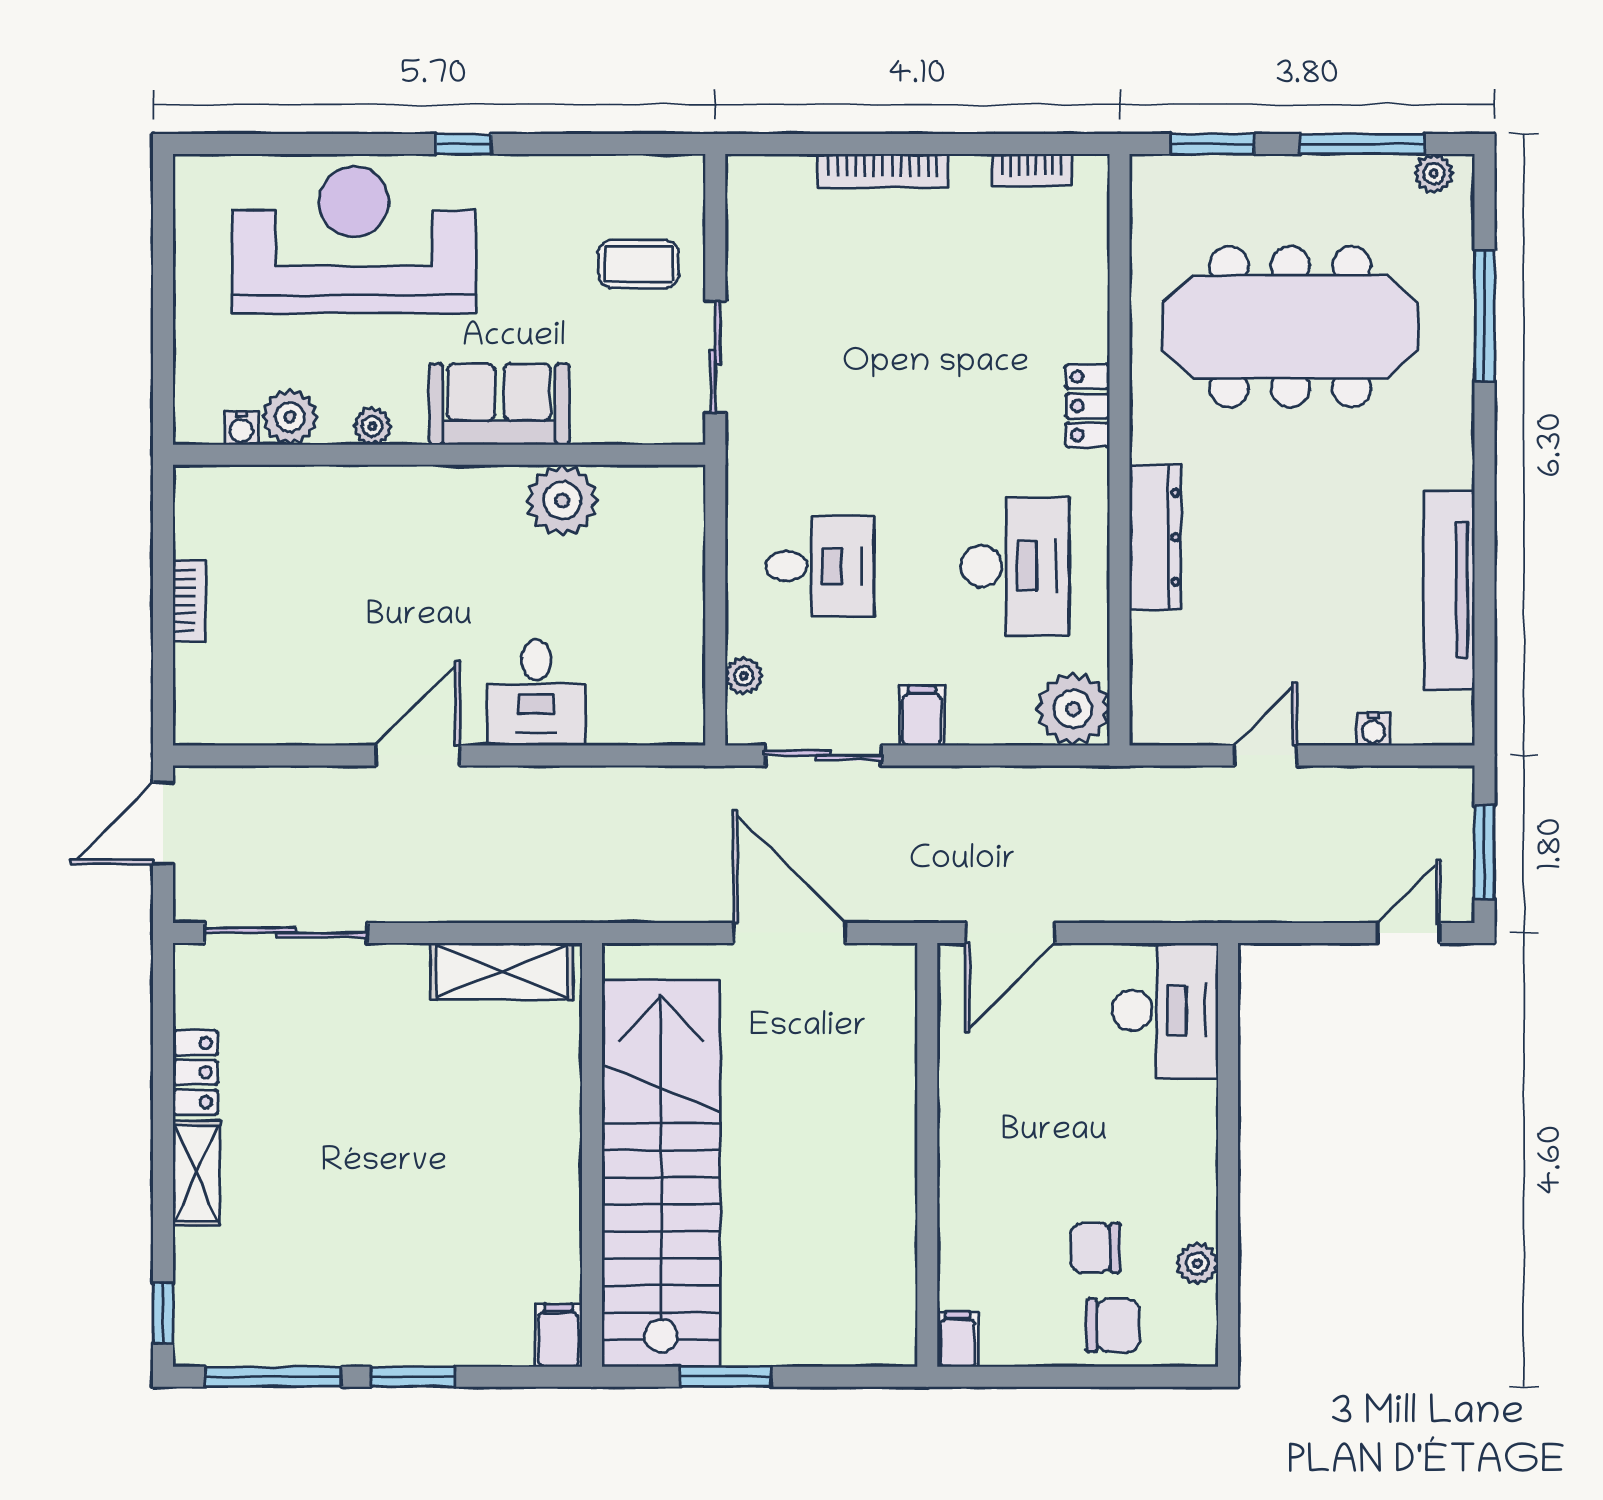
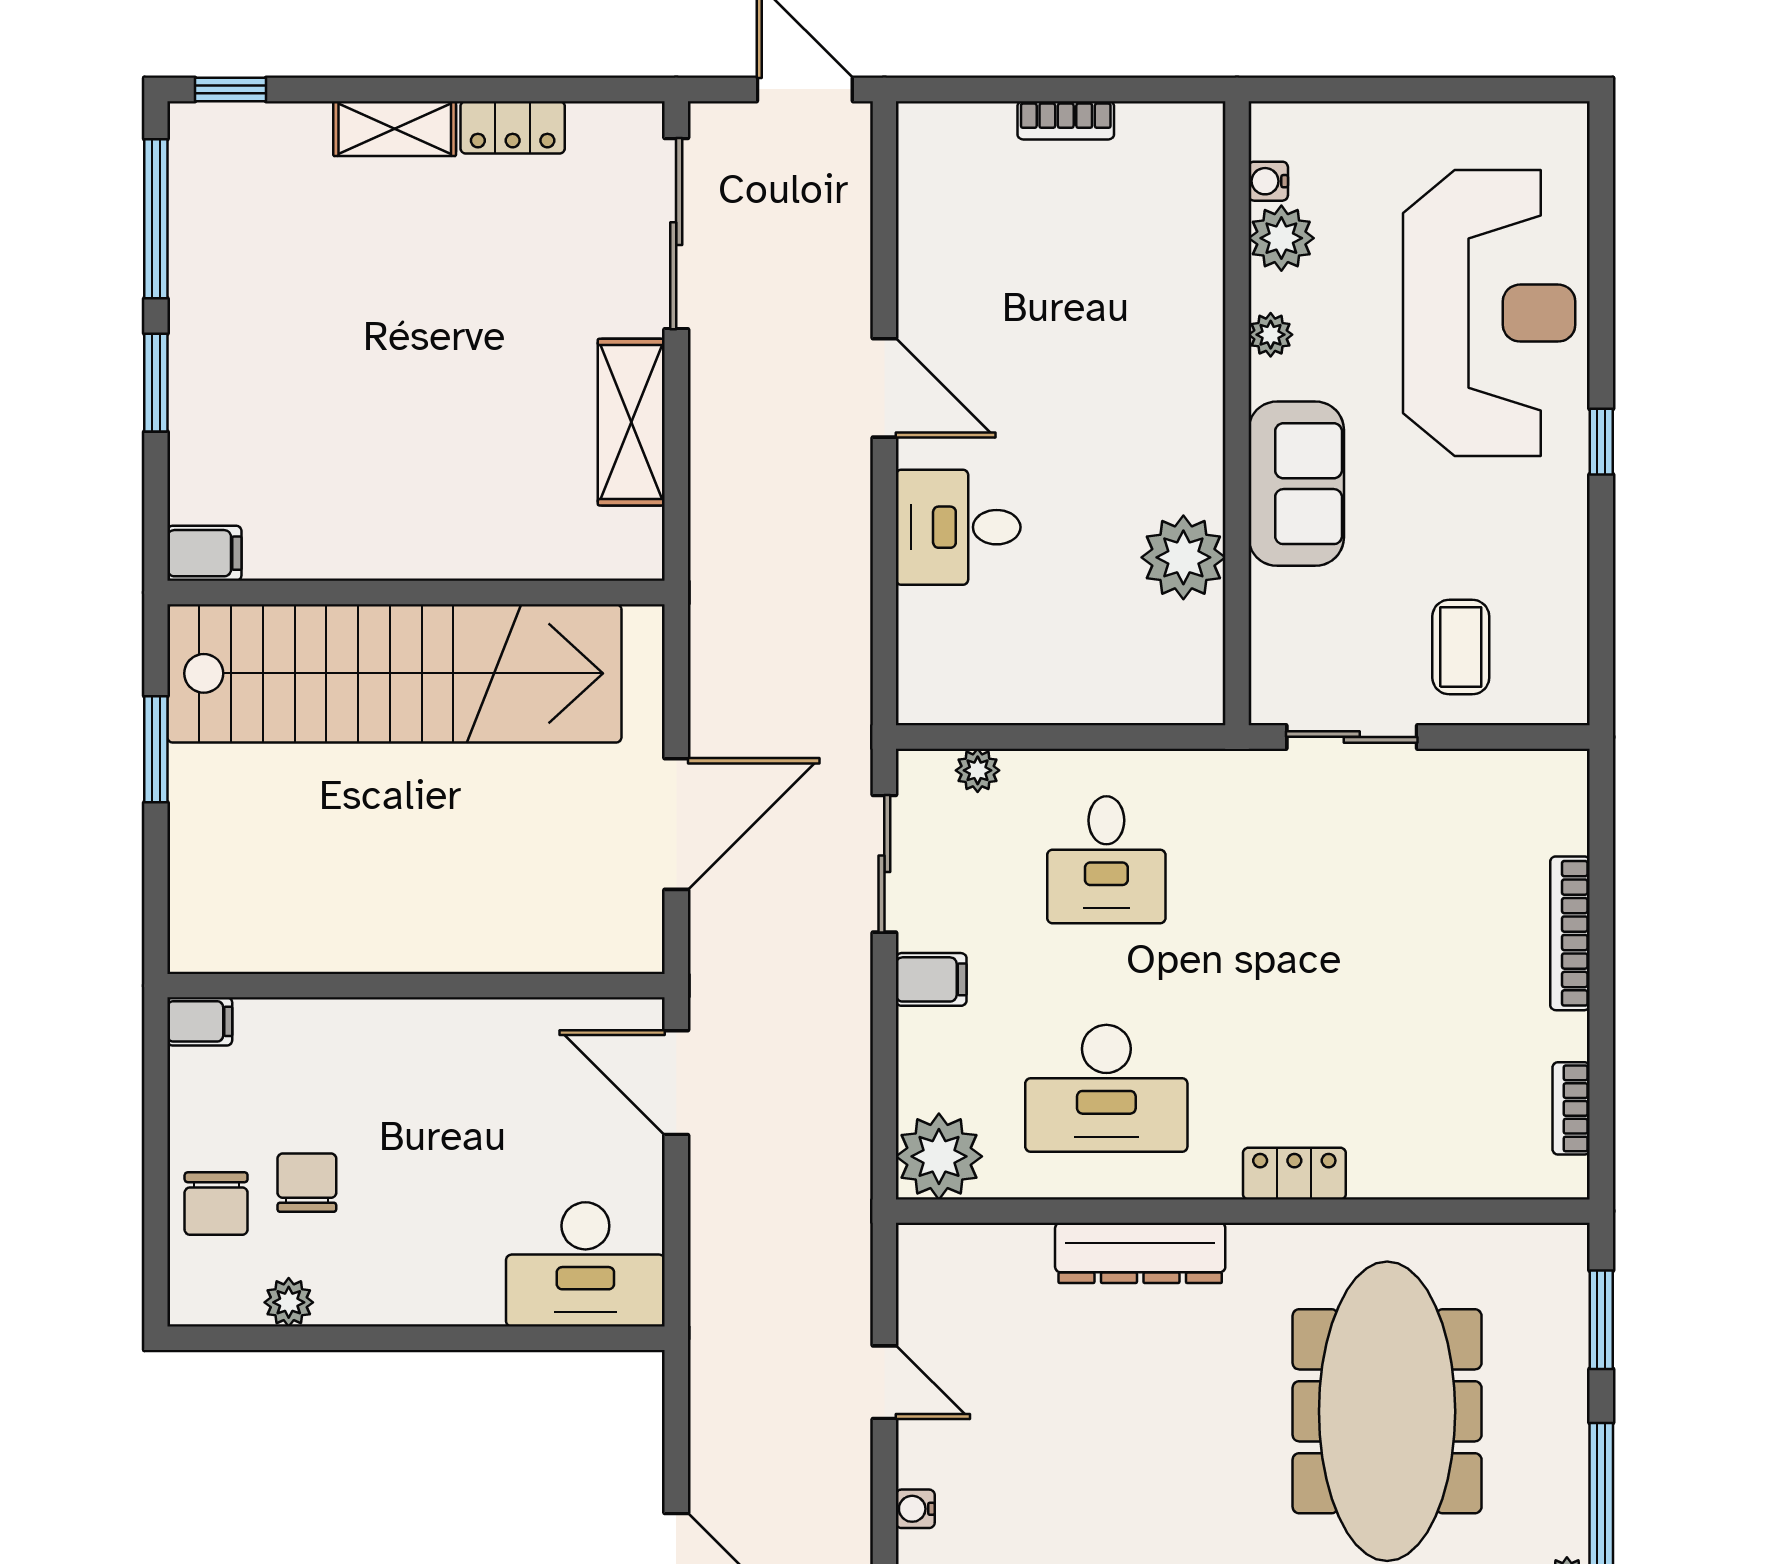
shelving: (502, 971) -> (631, 422), moved

